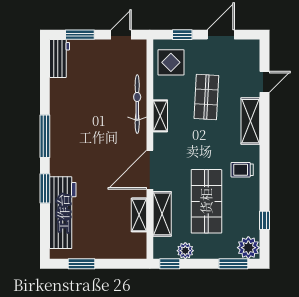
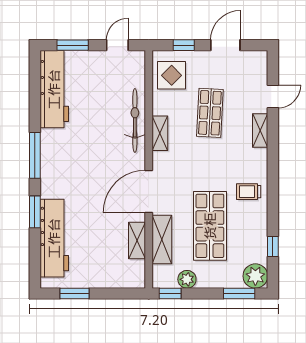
workbench: (60, 58) -> (54, 89), width x1.88, depth x1.32
shelving: (250, 121) -> (260, 130), width x0.67, depth x0.75

